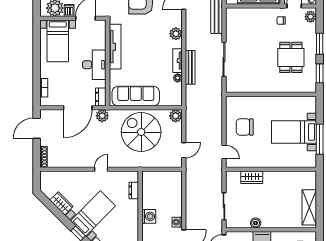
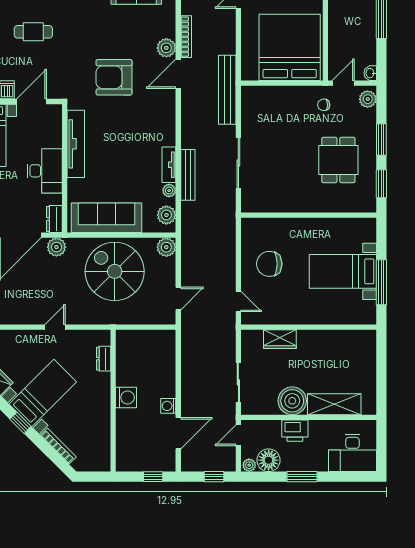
plant: (176, 34) -> (166, 215), moved
shelving: (309, 207) -> (334, 404), moved, turned 90
boiler: (256, 223) -> (292, 401), width x1.86, depth x1.86

